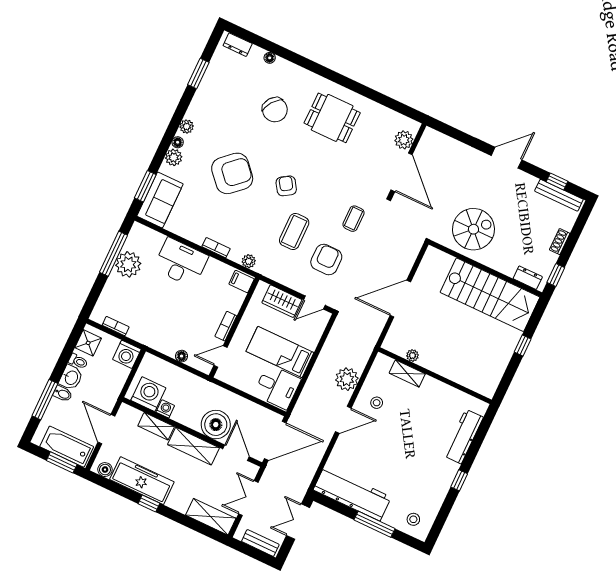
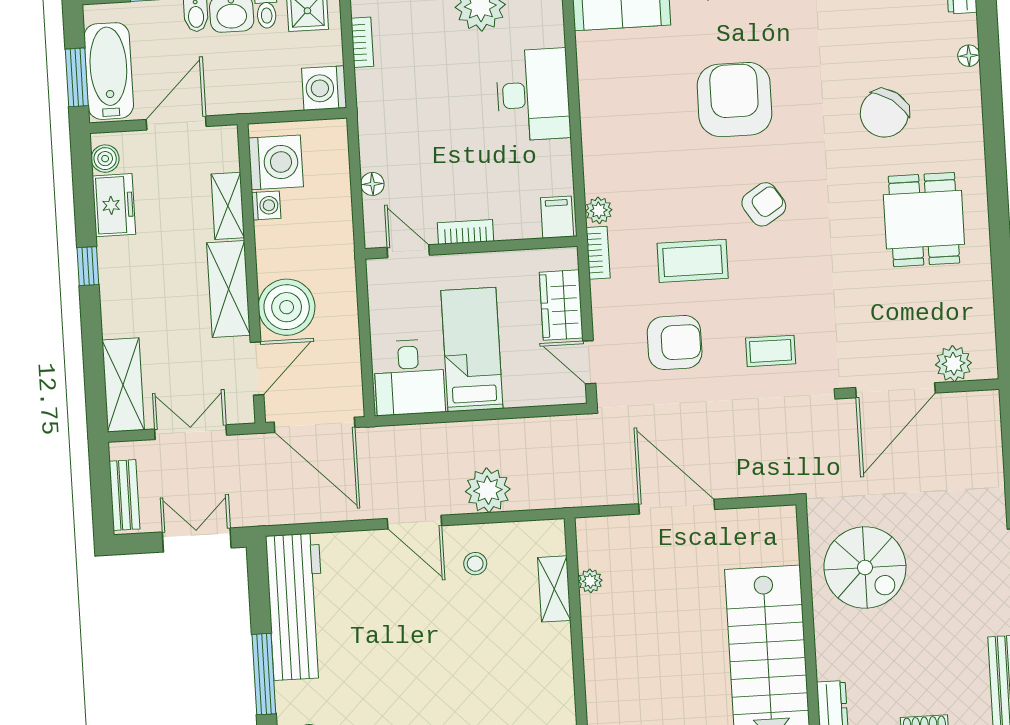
armchair: (232, 173) -> (734, 100), turned -138
bookcase: (216, 248) -> (598, 253), moved
freezer: (142, 481) -> (114, 205), width x0.52, depth x0.79

